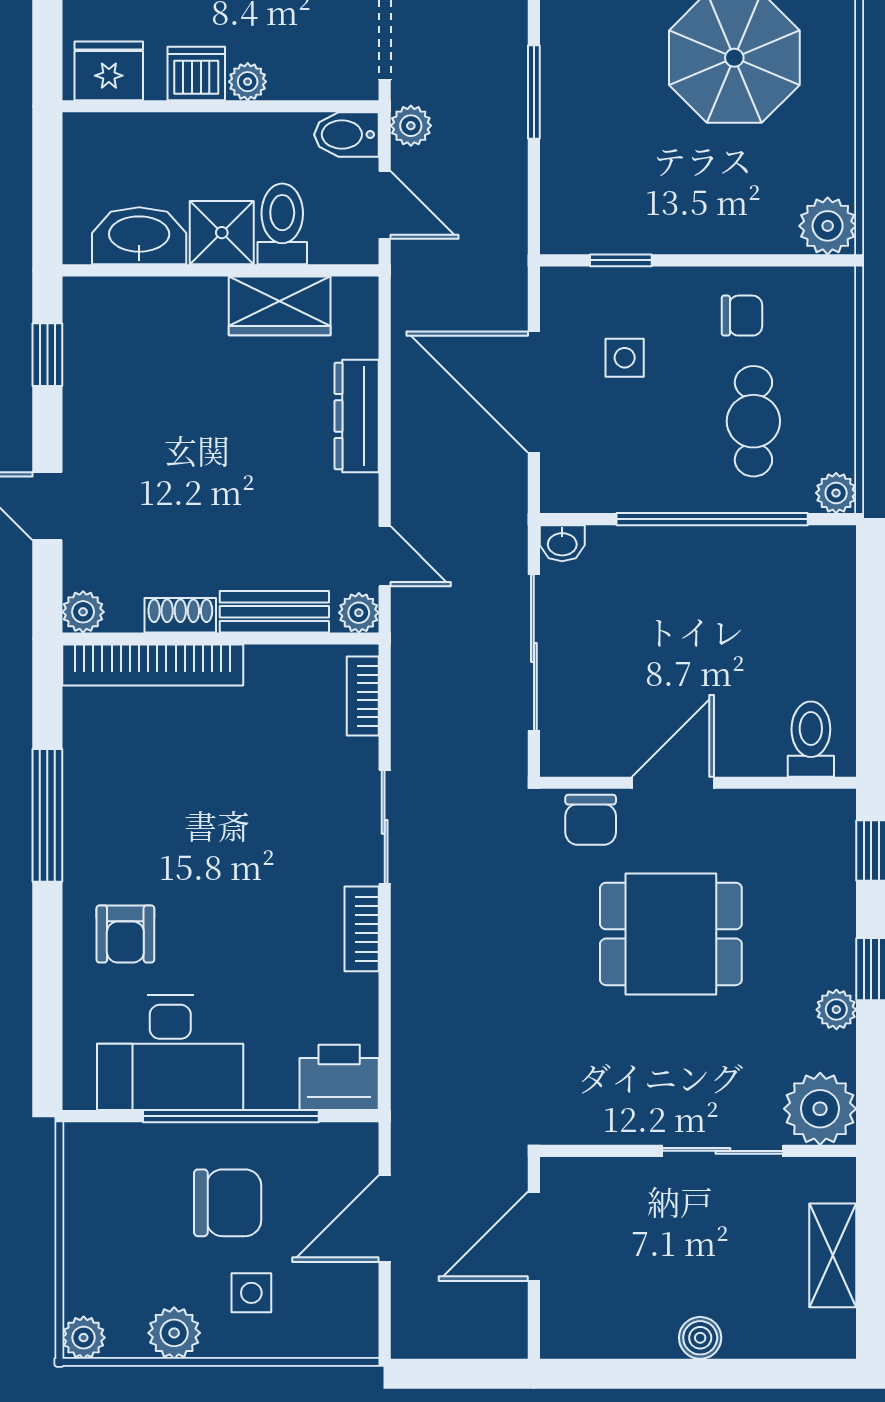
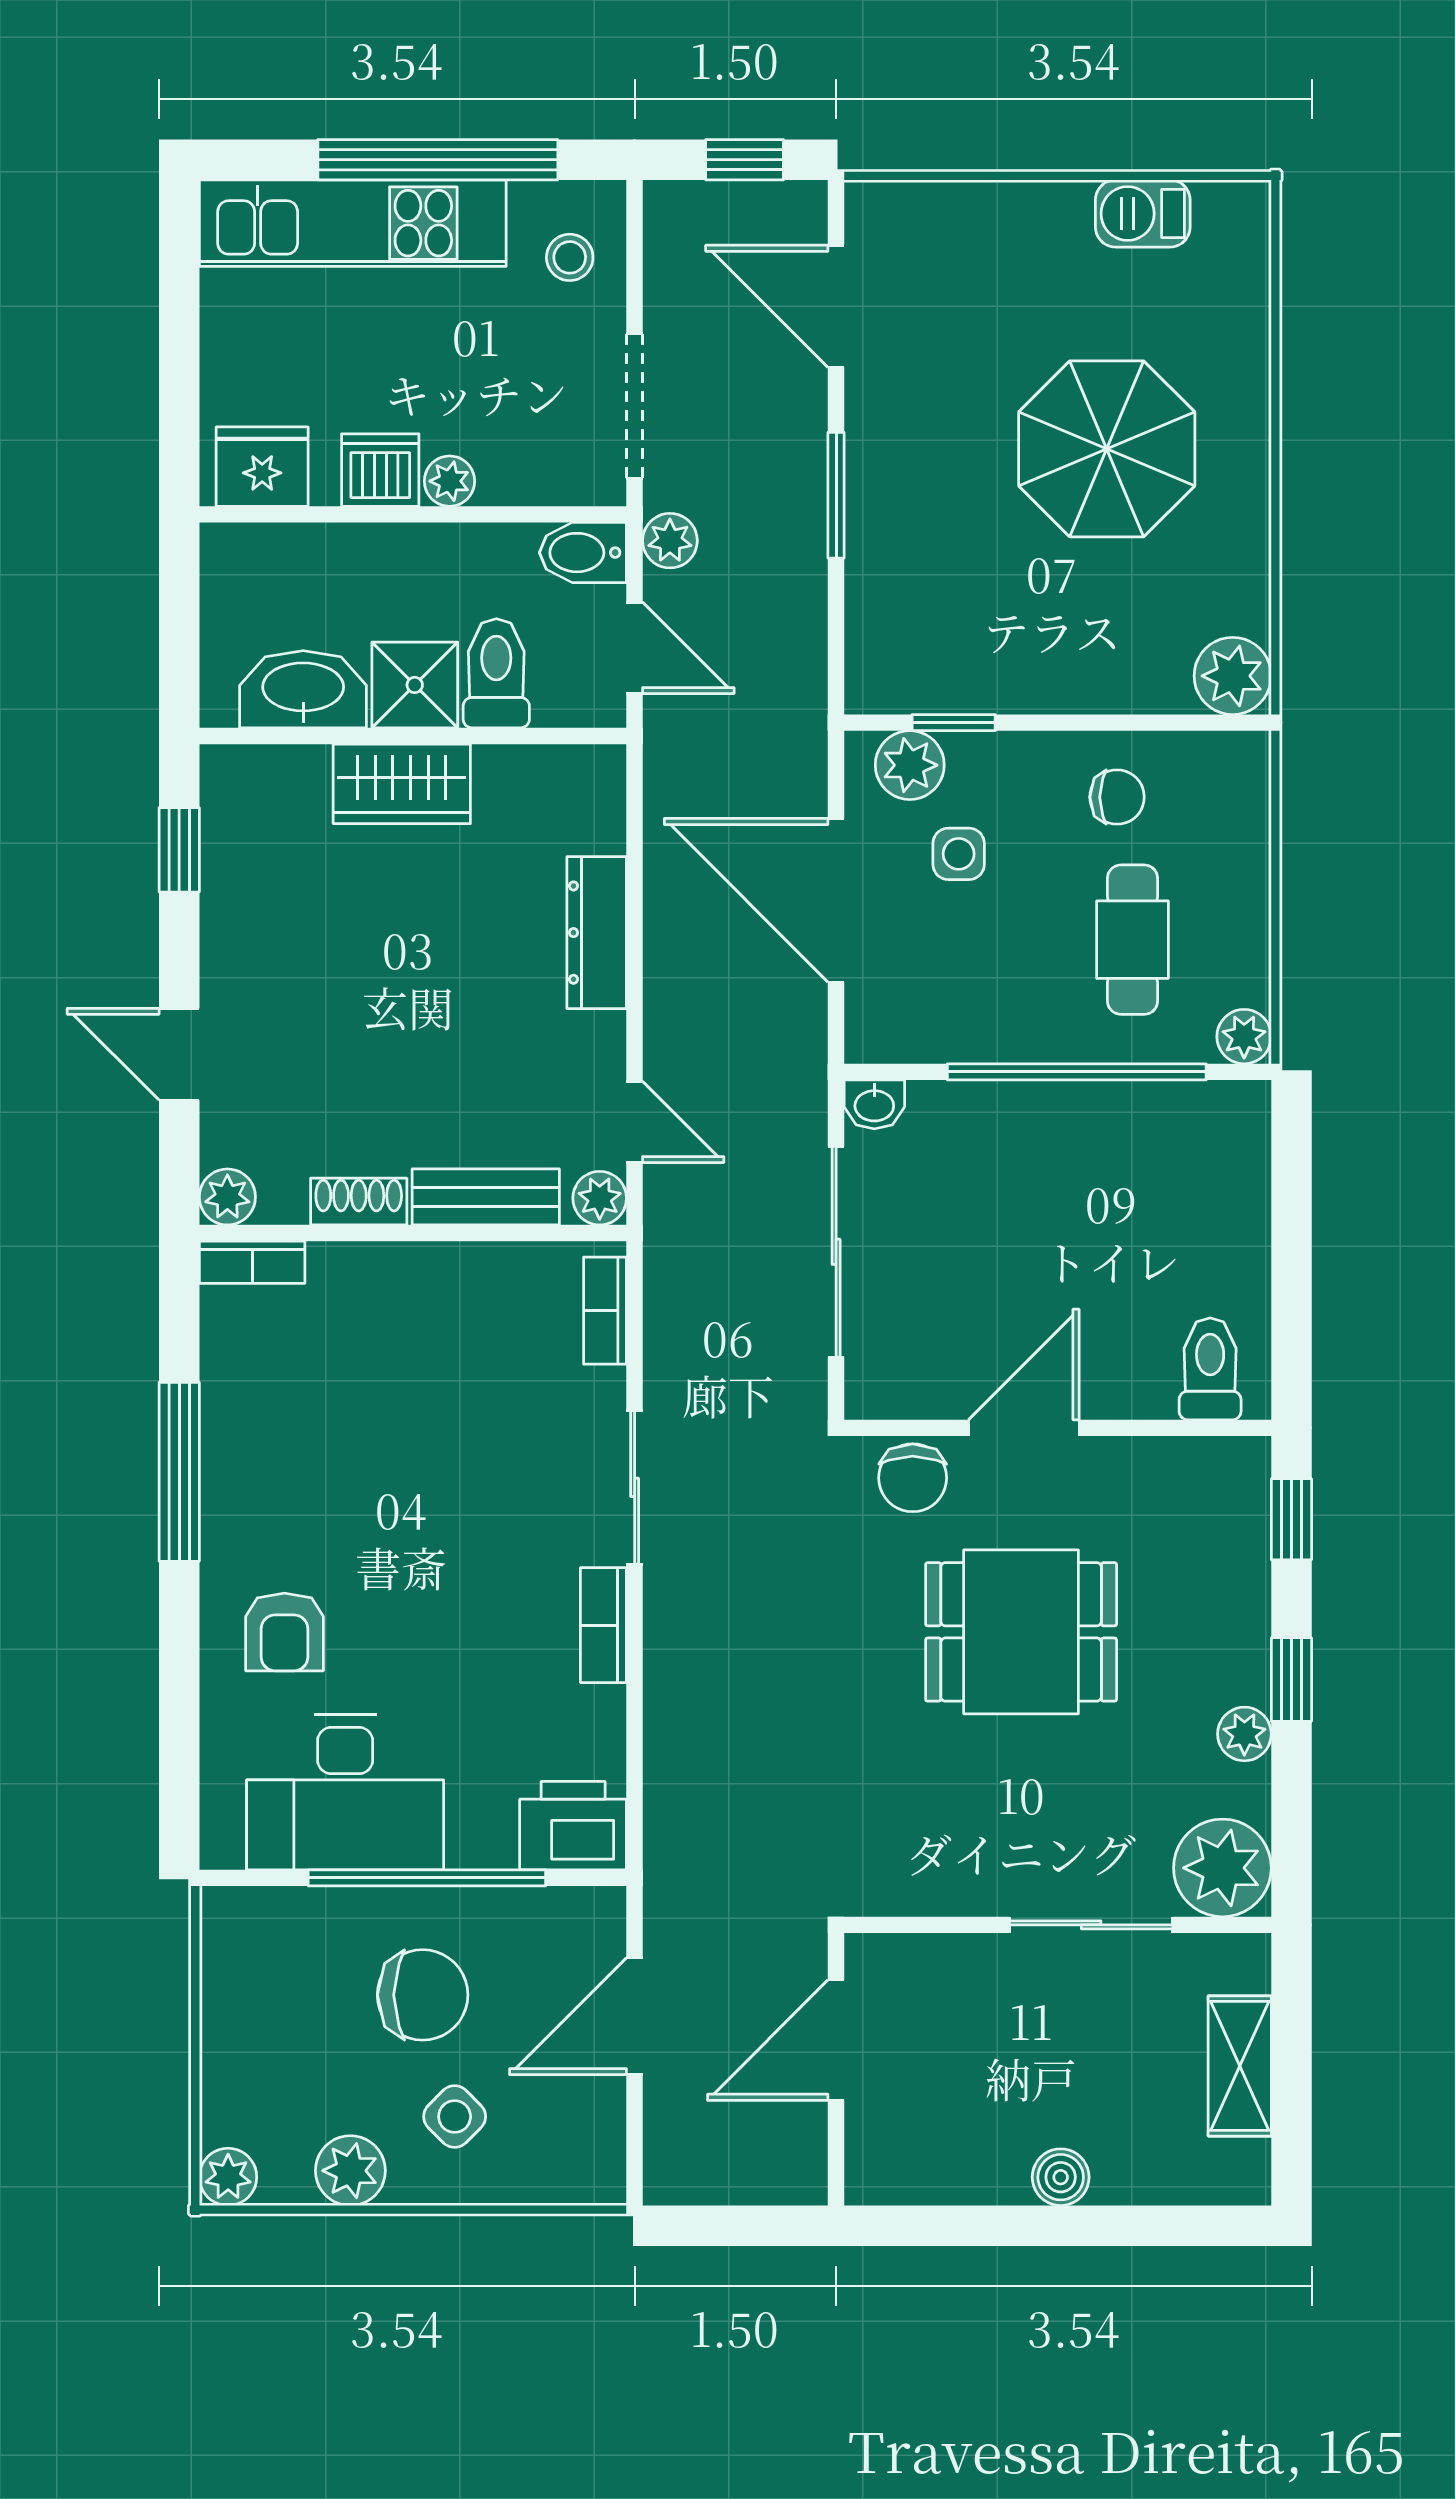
plant: (588, 292) -> (910, 765), added
wardrobe: (280, 306) -> (402, 784), moved
bookcase: (153, 665) -> (252, 1262), width x0.43, depth x0.76
side table: (251, 1293) -> (455, 2117), turned 45

